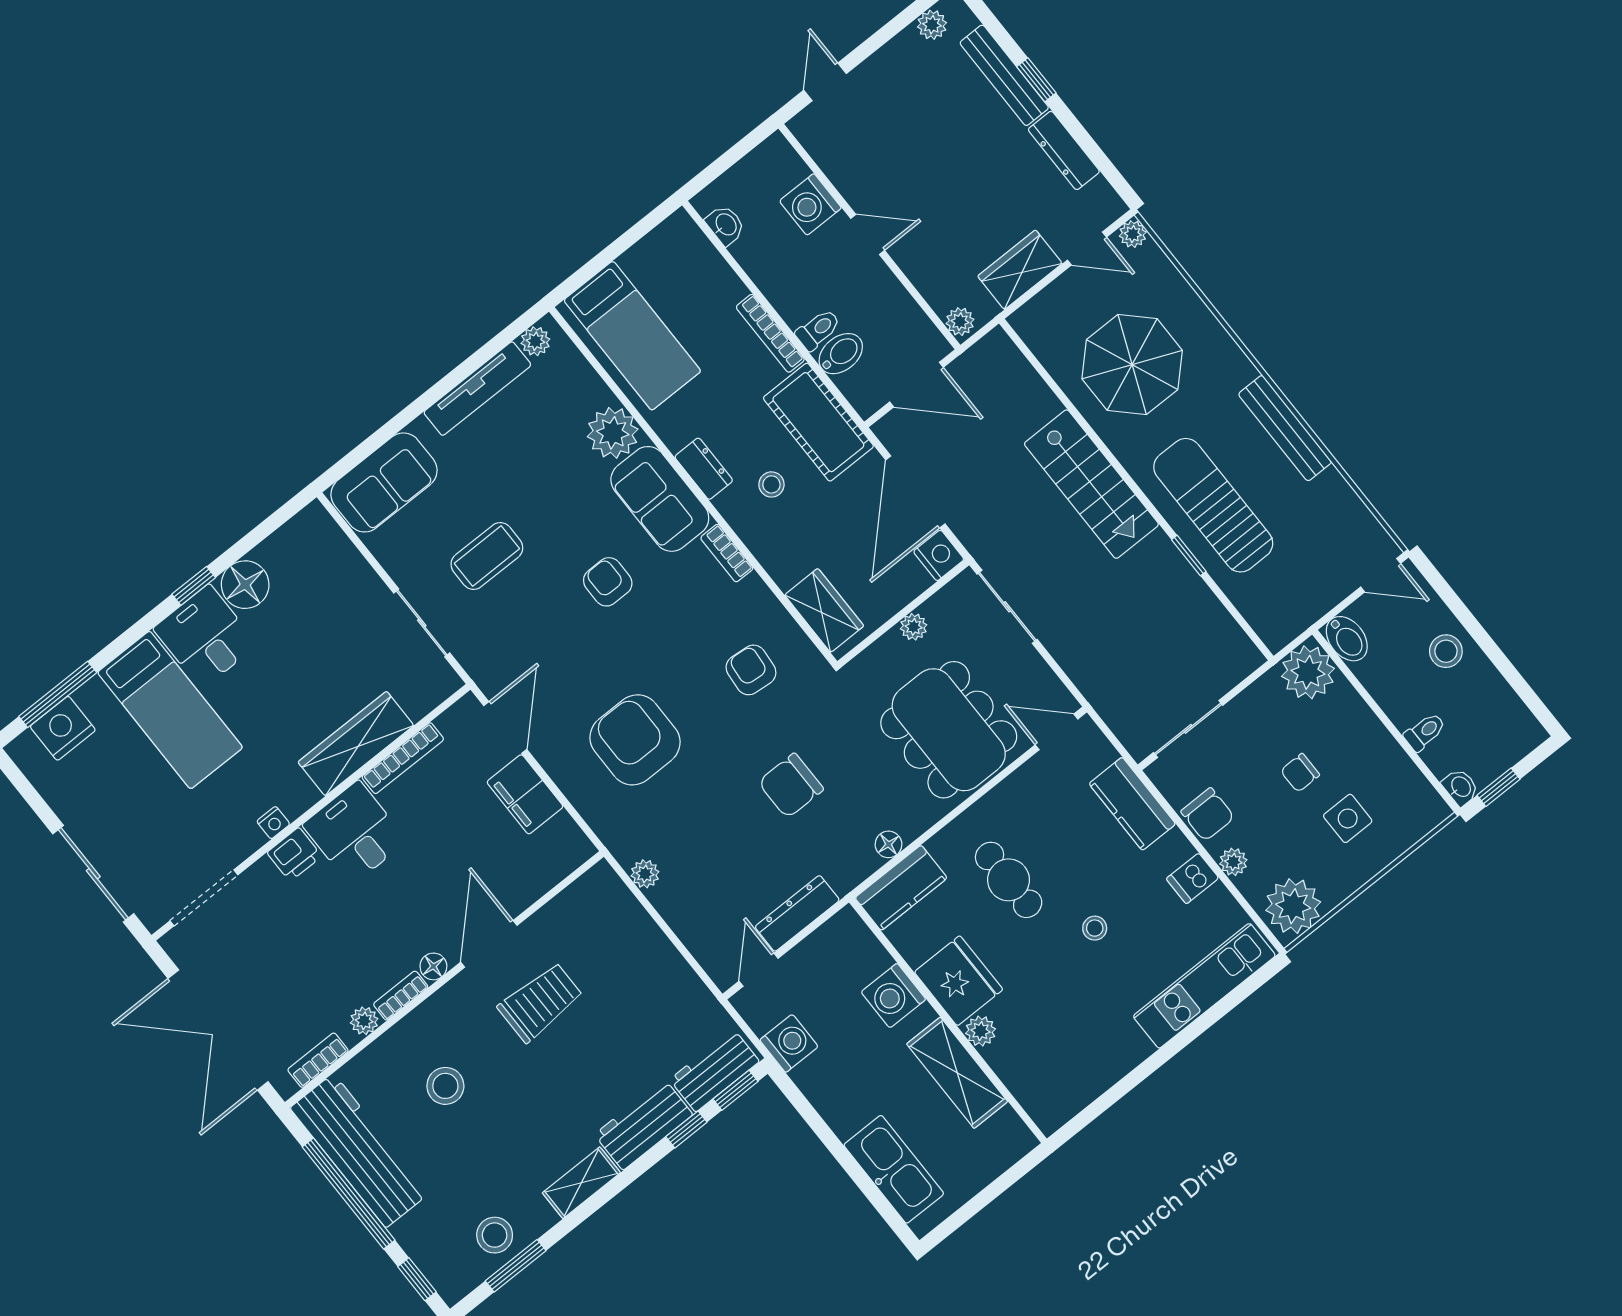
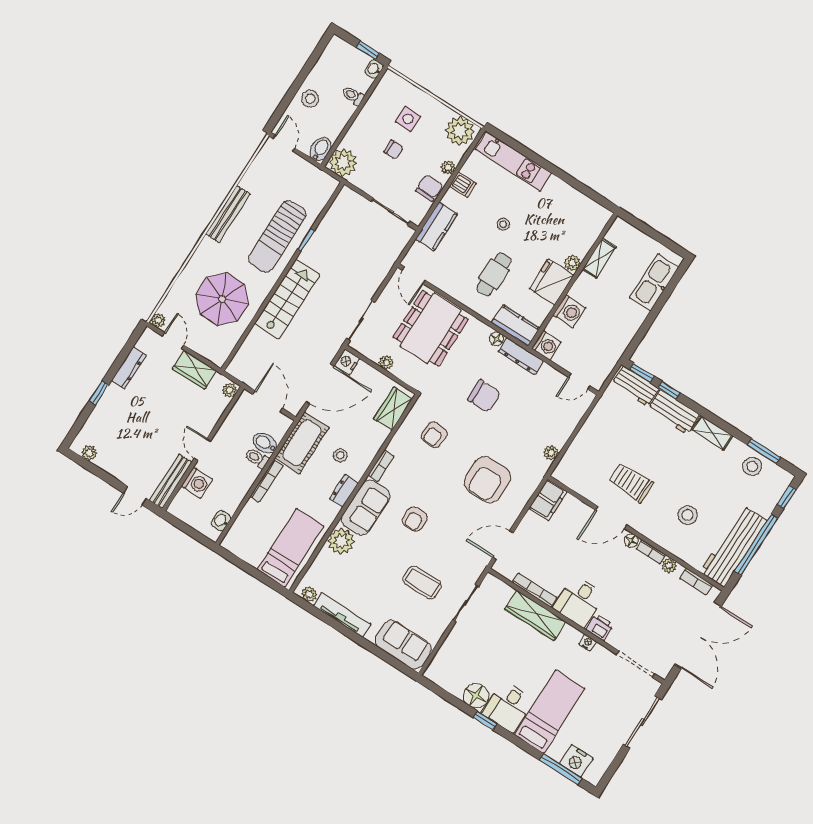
bench: (1004, 75) -> (171, 481), moved
filing cabinet: (525, 794) -> (548, 500), moved
dresser: (797, 913) -> (521, 356), moved
washing machine: (789, 1043) -> (546, 345), moved, turned 180
shelving: (957, 1073) -> (599, 258), width x0.67, depth x0.75

